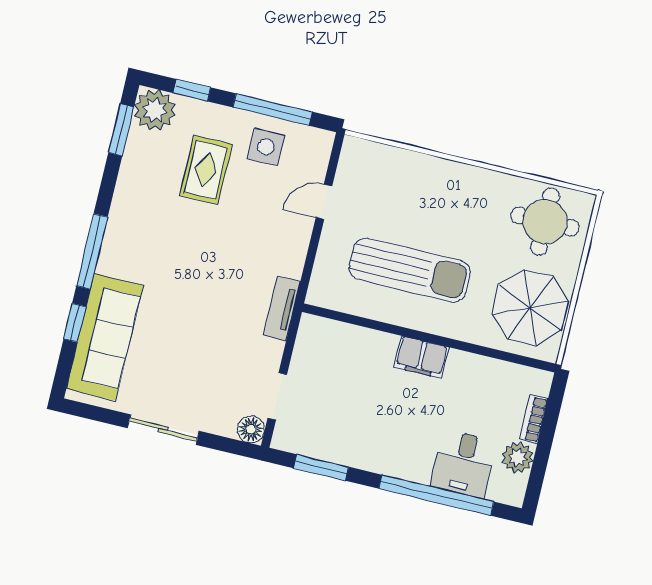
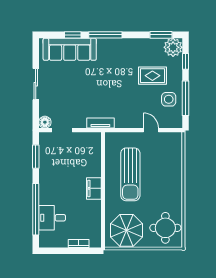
plant: (518, 457) -> (60, 241), removed

